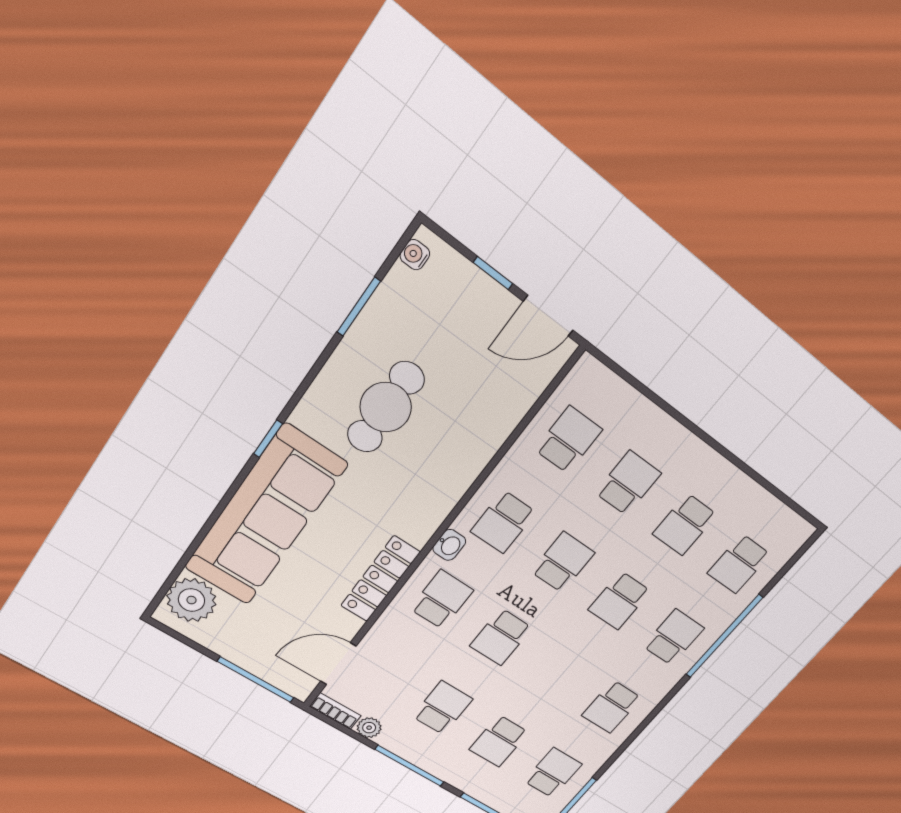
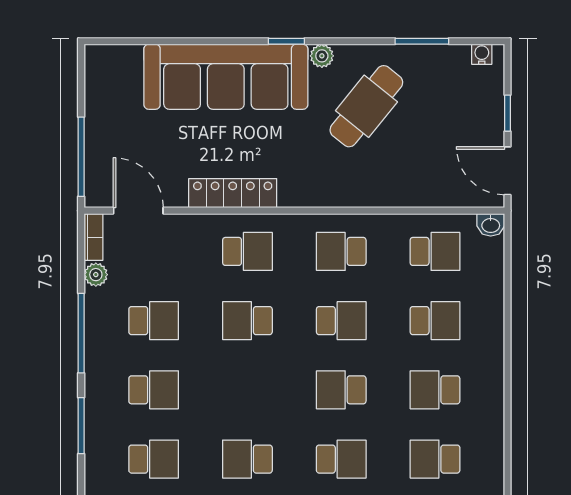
cafe table: (386, 407) -> (366, 106), turned -51
washbasin: (449, 545) -> (491, 225), moved
plant: (192, 600) -> (322, 56), moved, width x0.53, depth x0.53
school desk: (499, 741) -> (154, 390), turned 180

